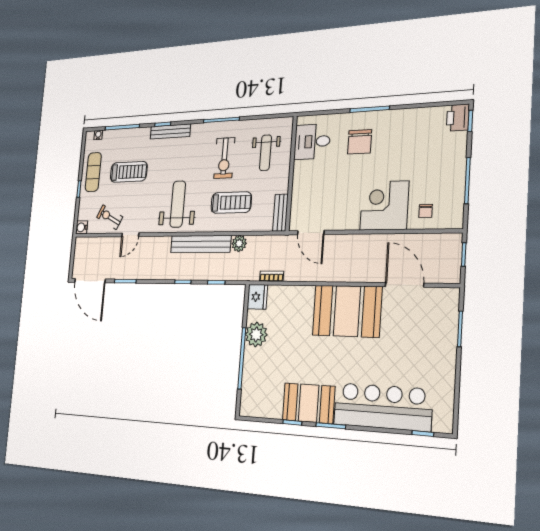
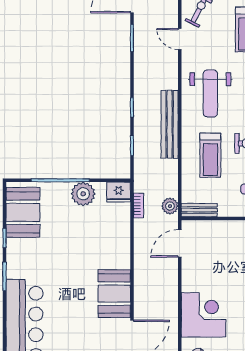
weight bench: (178, 204) -> (210, 93), turned 90
plant: (239, 243) -> (170, 206), moved
booth: (347, 311) -> (114, 294), width x0.73, depth x0.70
booth: (309, 403) -> (23, 212), moved

